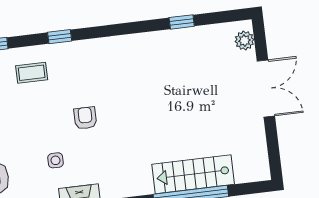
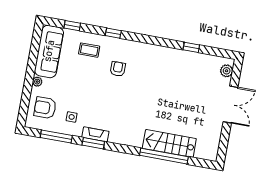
armchair: (85, 118) -> (118, 69), moved
side table: (56, 160) -> (72, 117), moved

